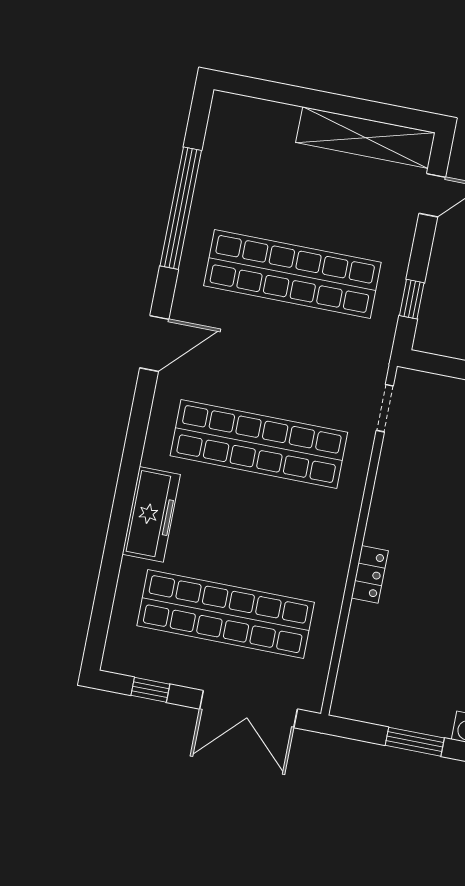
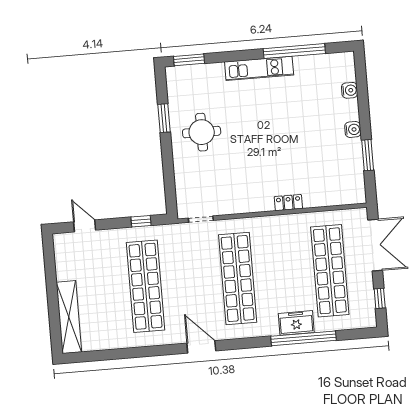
shelving: (365, 138) -> (69, 317), moved
window: (181, 208) -> (303, 338), moved
freezer: (151, 514) -> (296, 323), width x0.71

